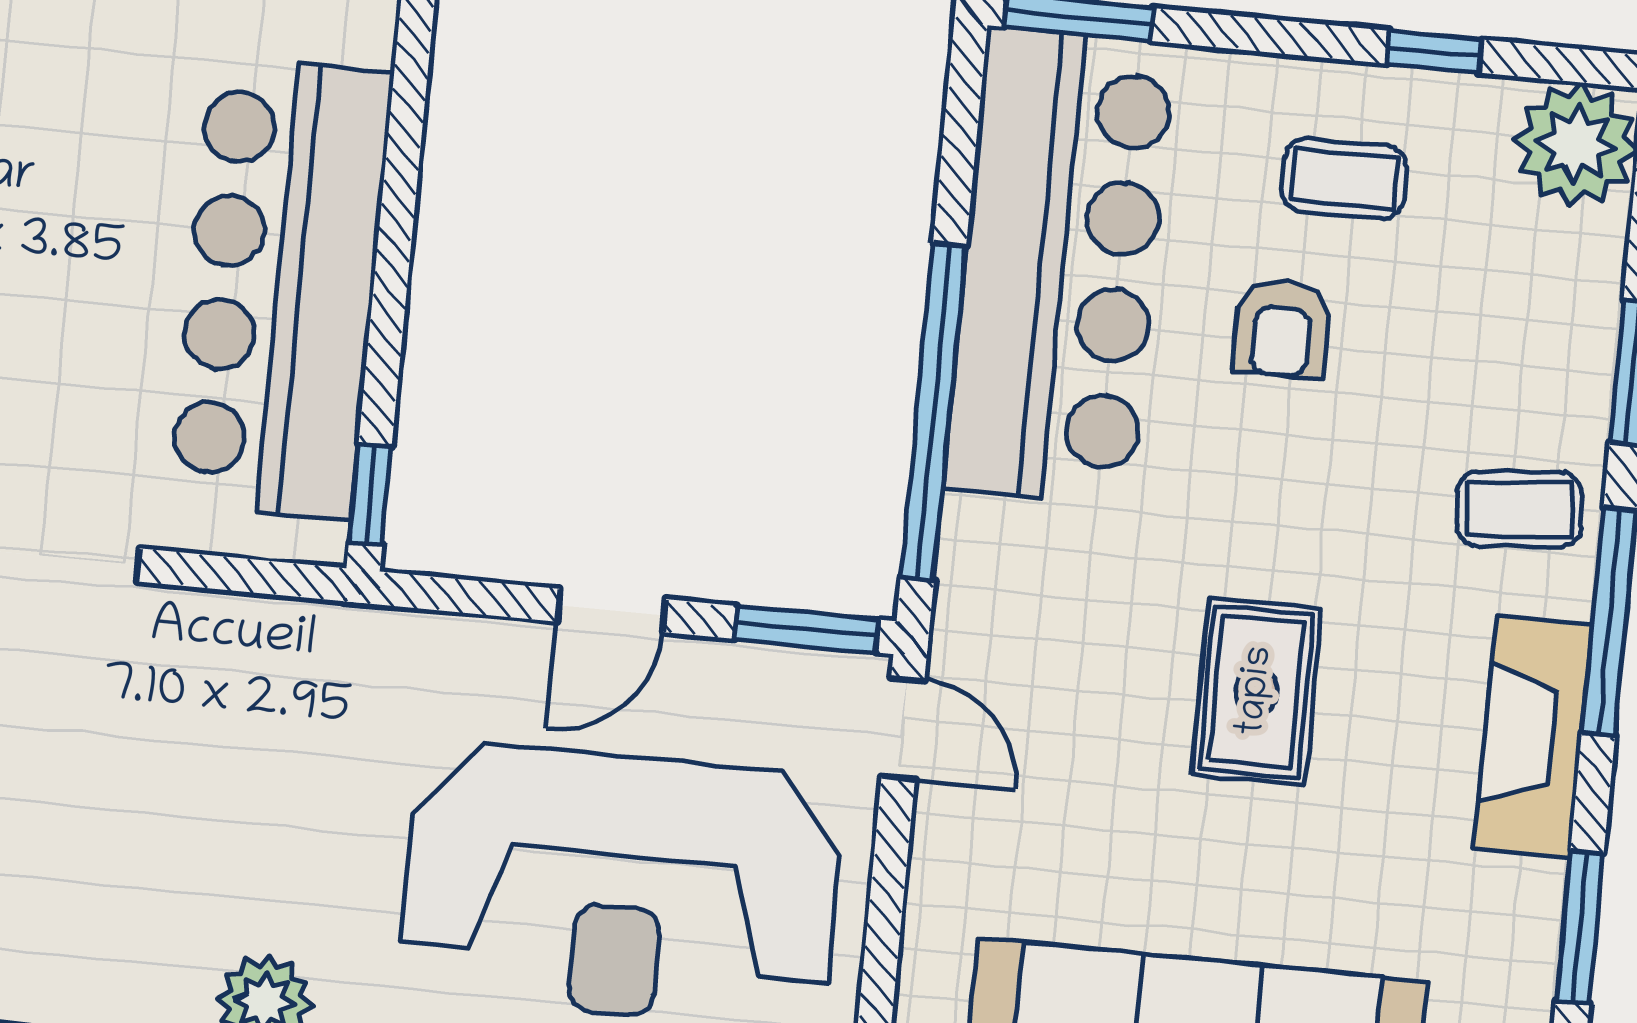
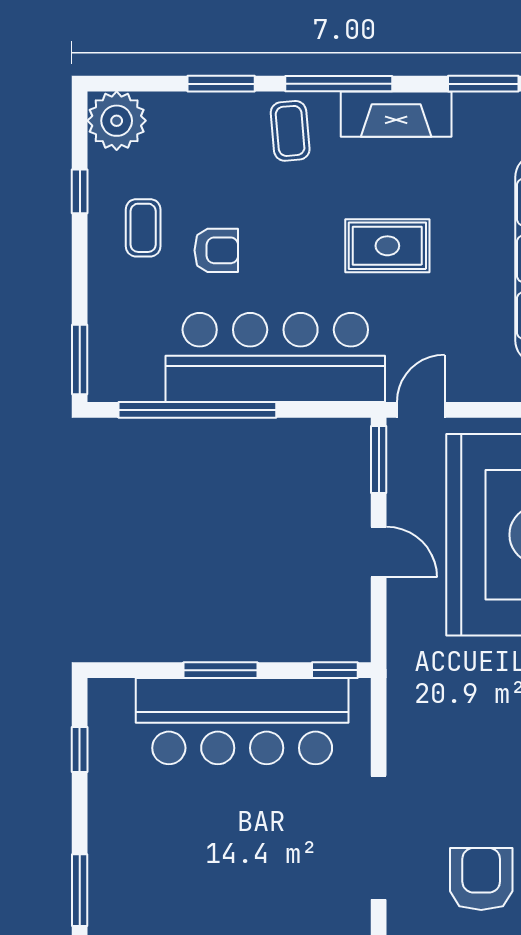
window: (394, 252) -> (221, 670), added
bar counter: (1059, 266) -> (275, 357), moved
window: (933, 411) -> (197, 410), moved

